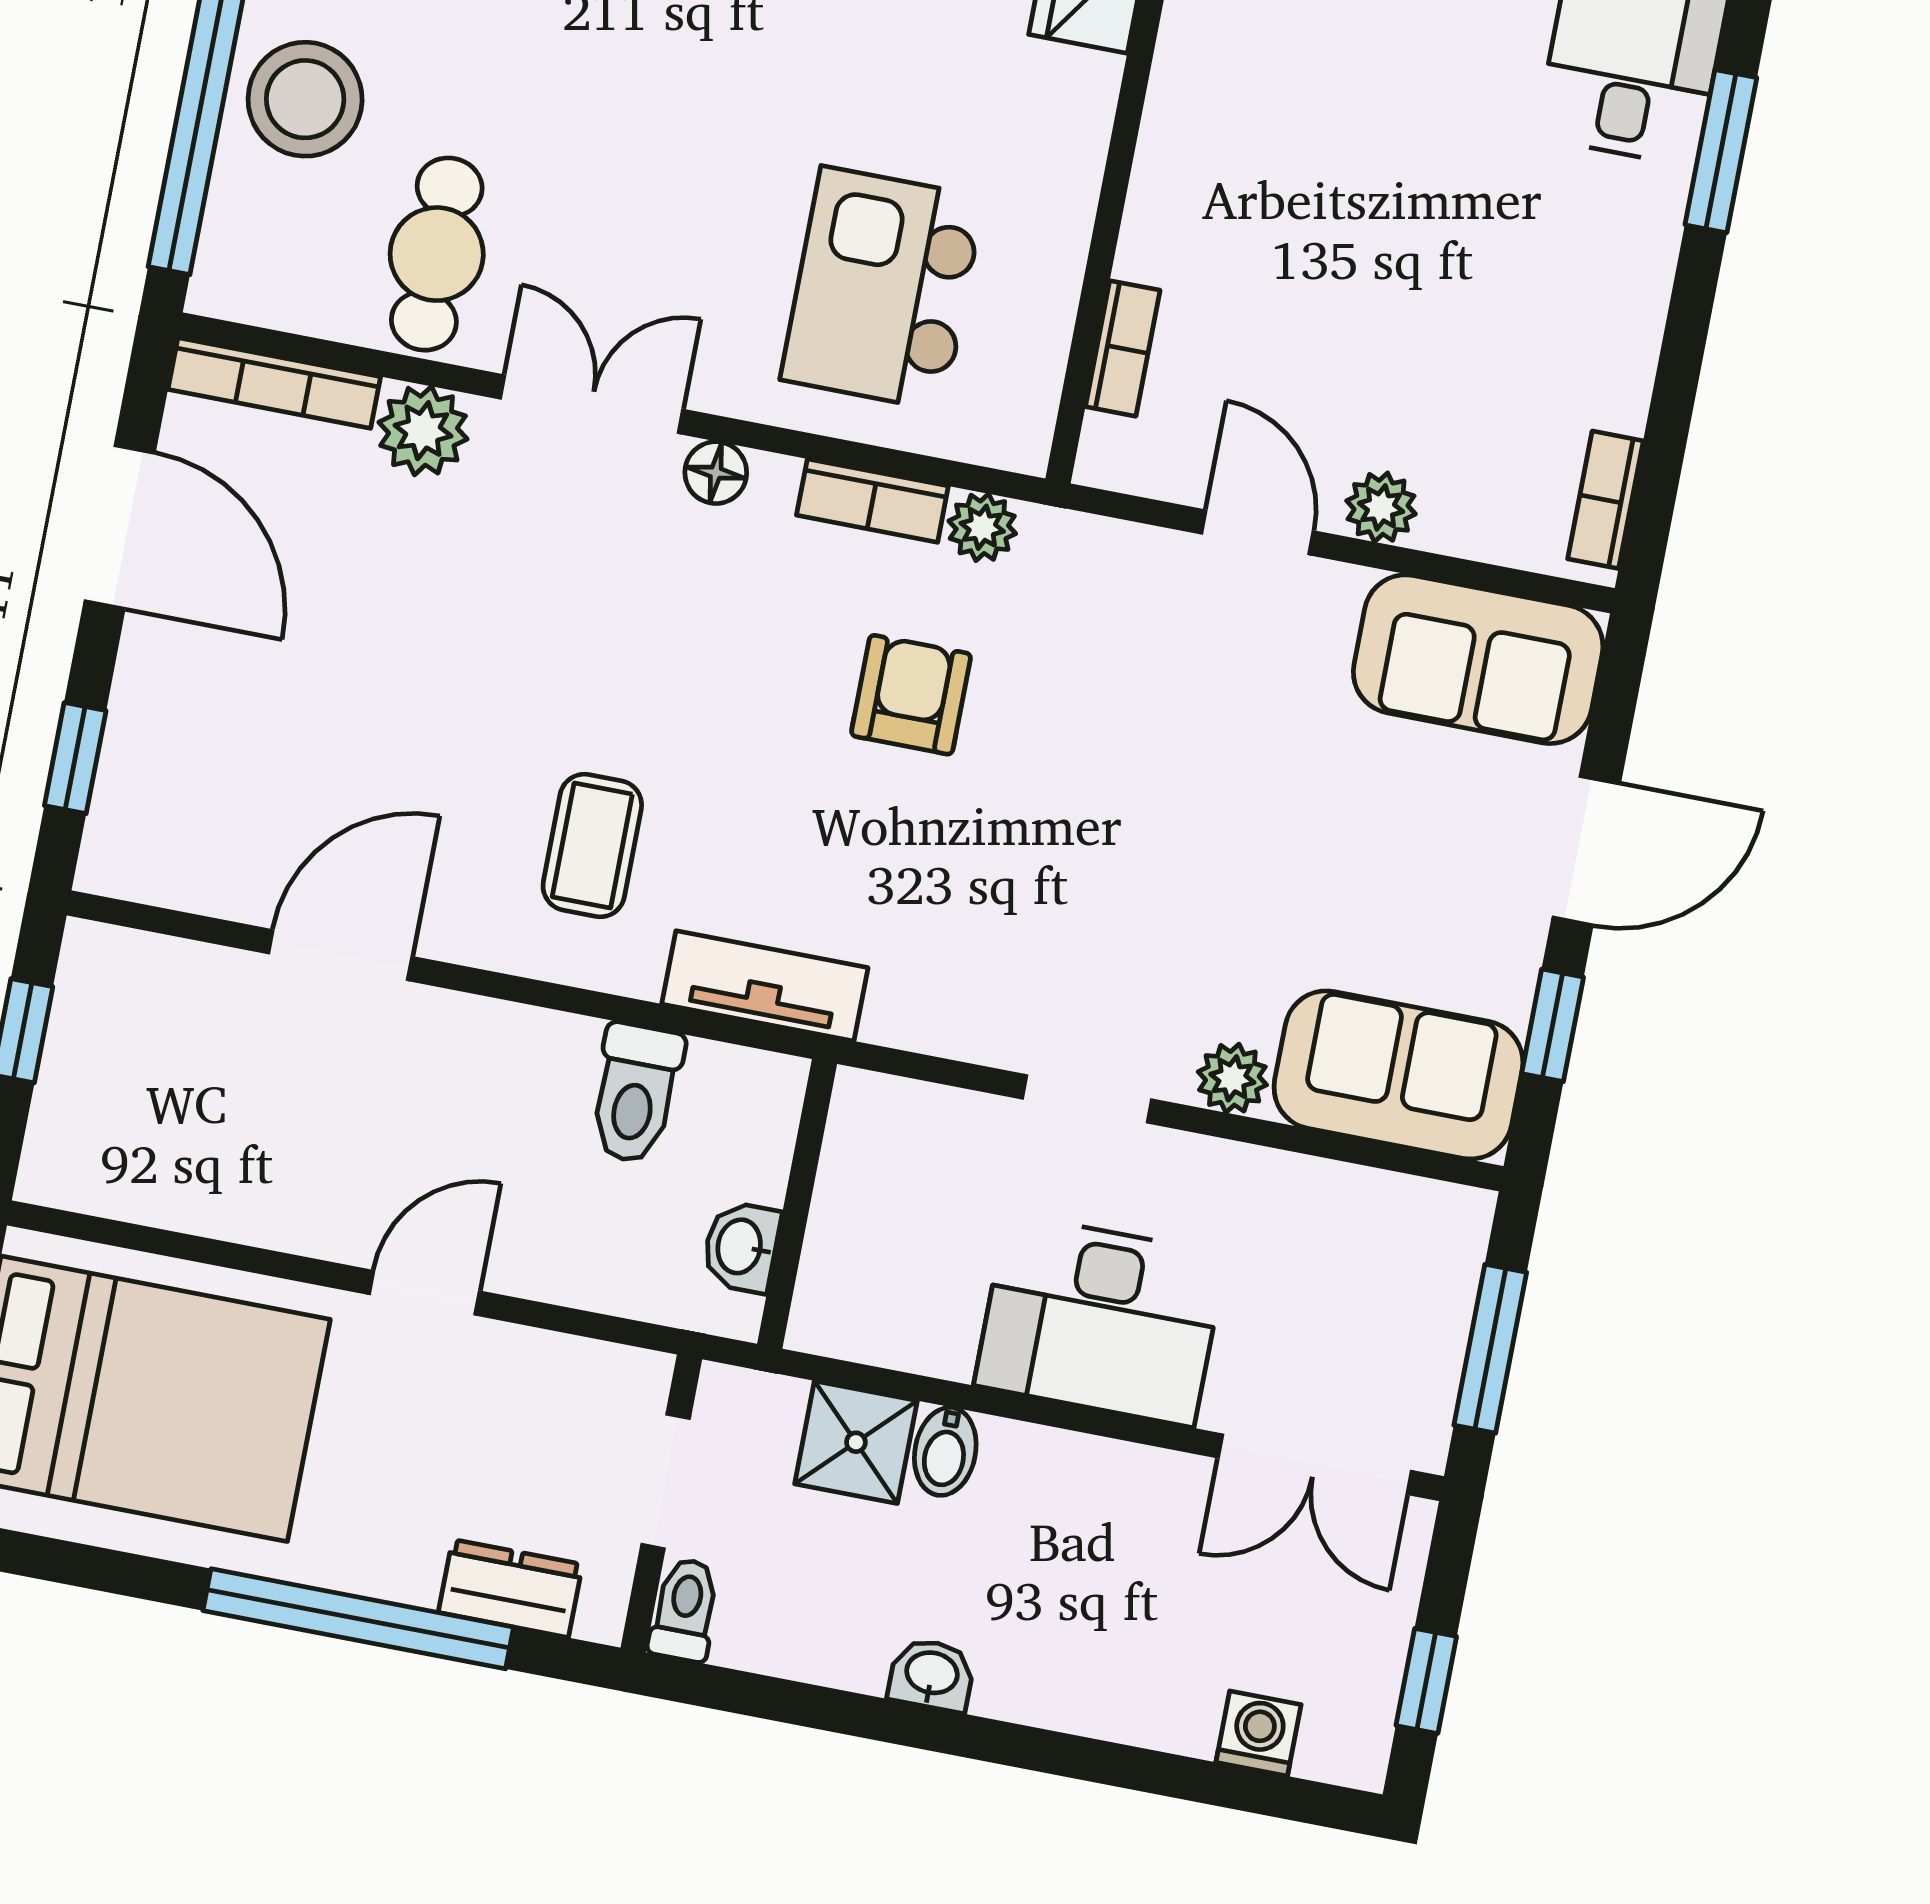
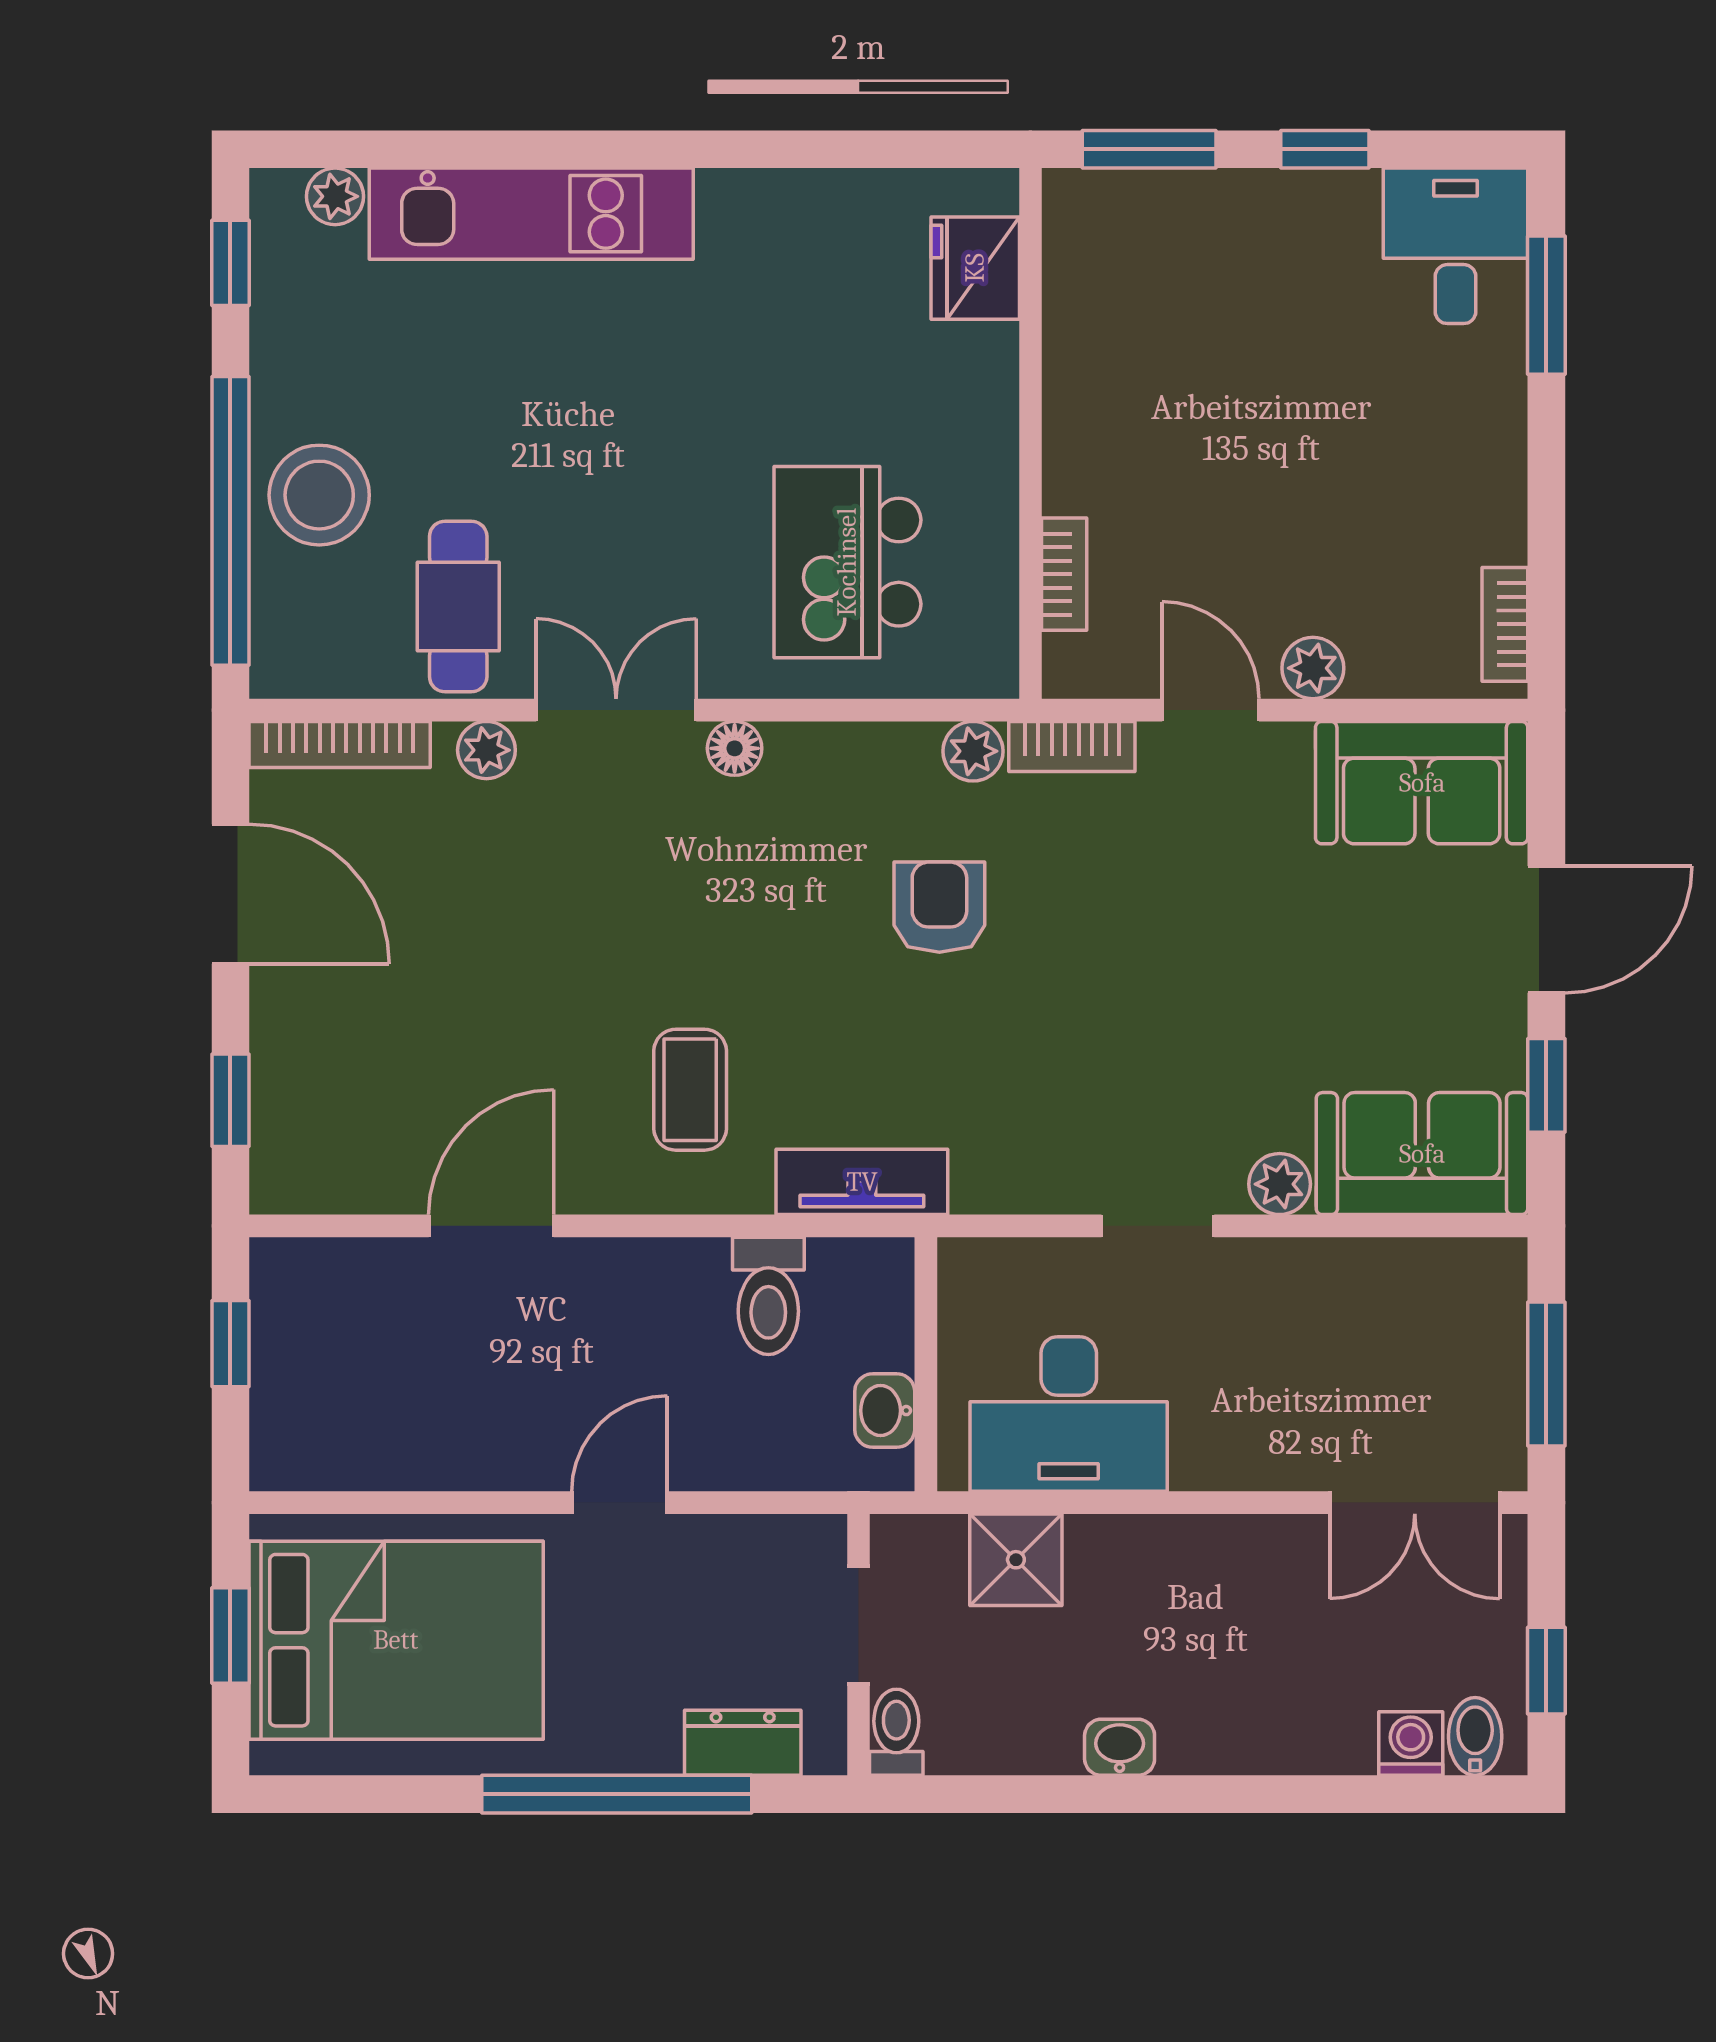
plant: (423, 431) -> (486, 750), width x0.73, depth x0.73
bookcase: (872, 501) -> (1072, 746), moved
desk: (1100, 1320) -> (1069, 1414), moved
bidet: (945, 1451) -> (1475, 1736), moved, turned 180

